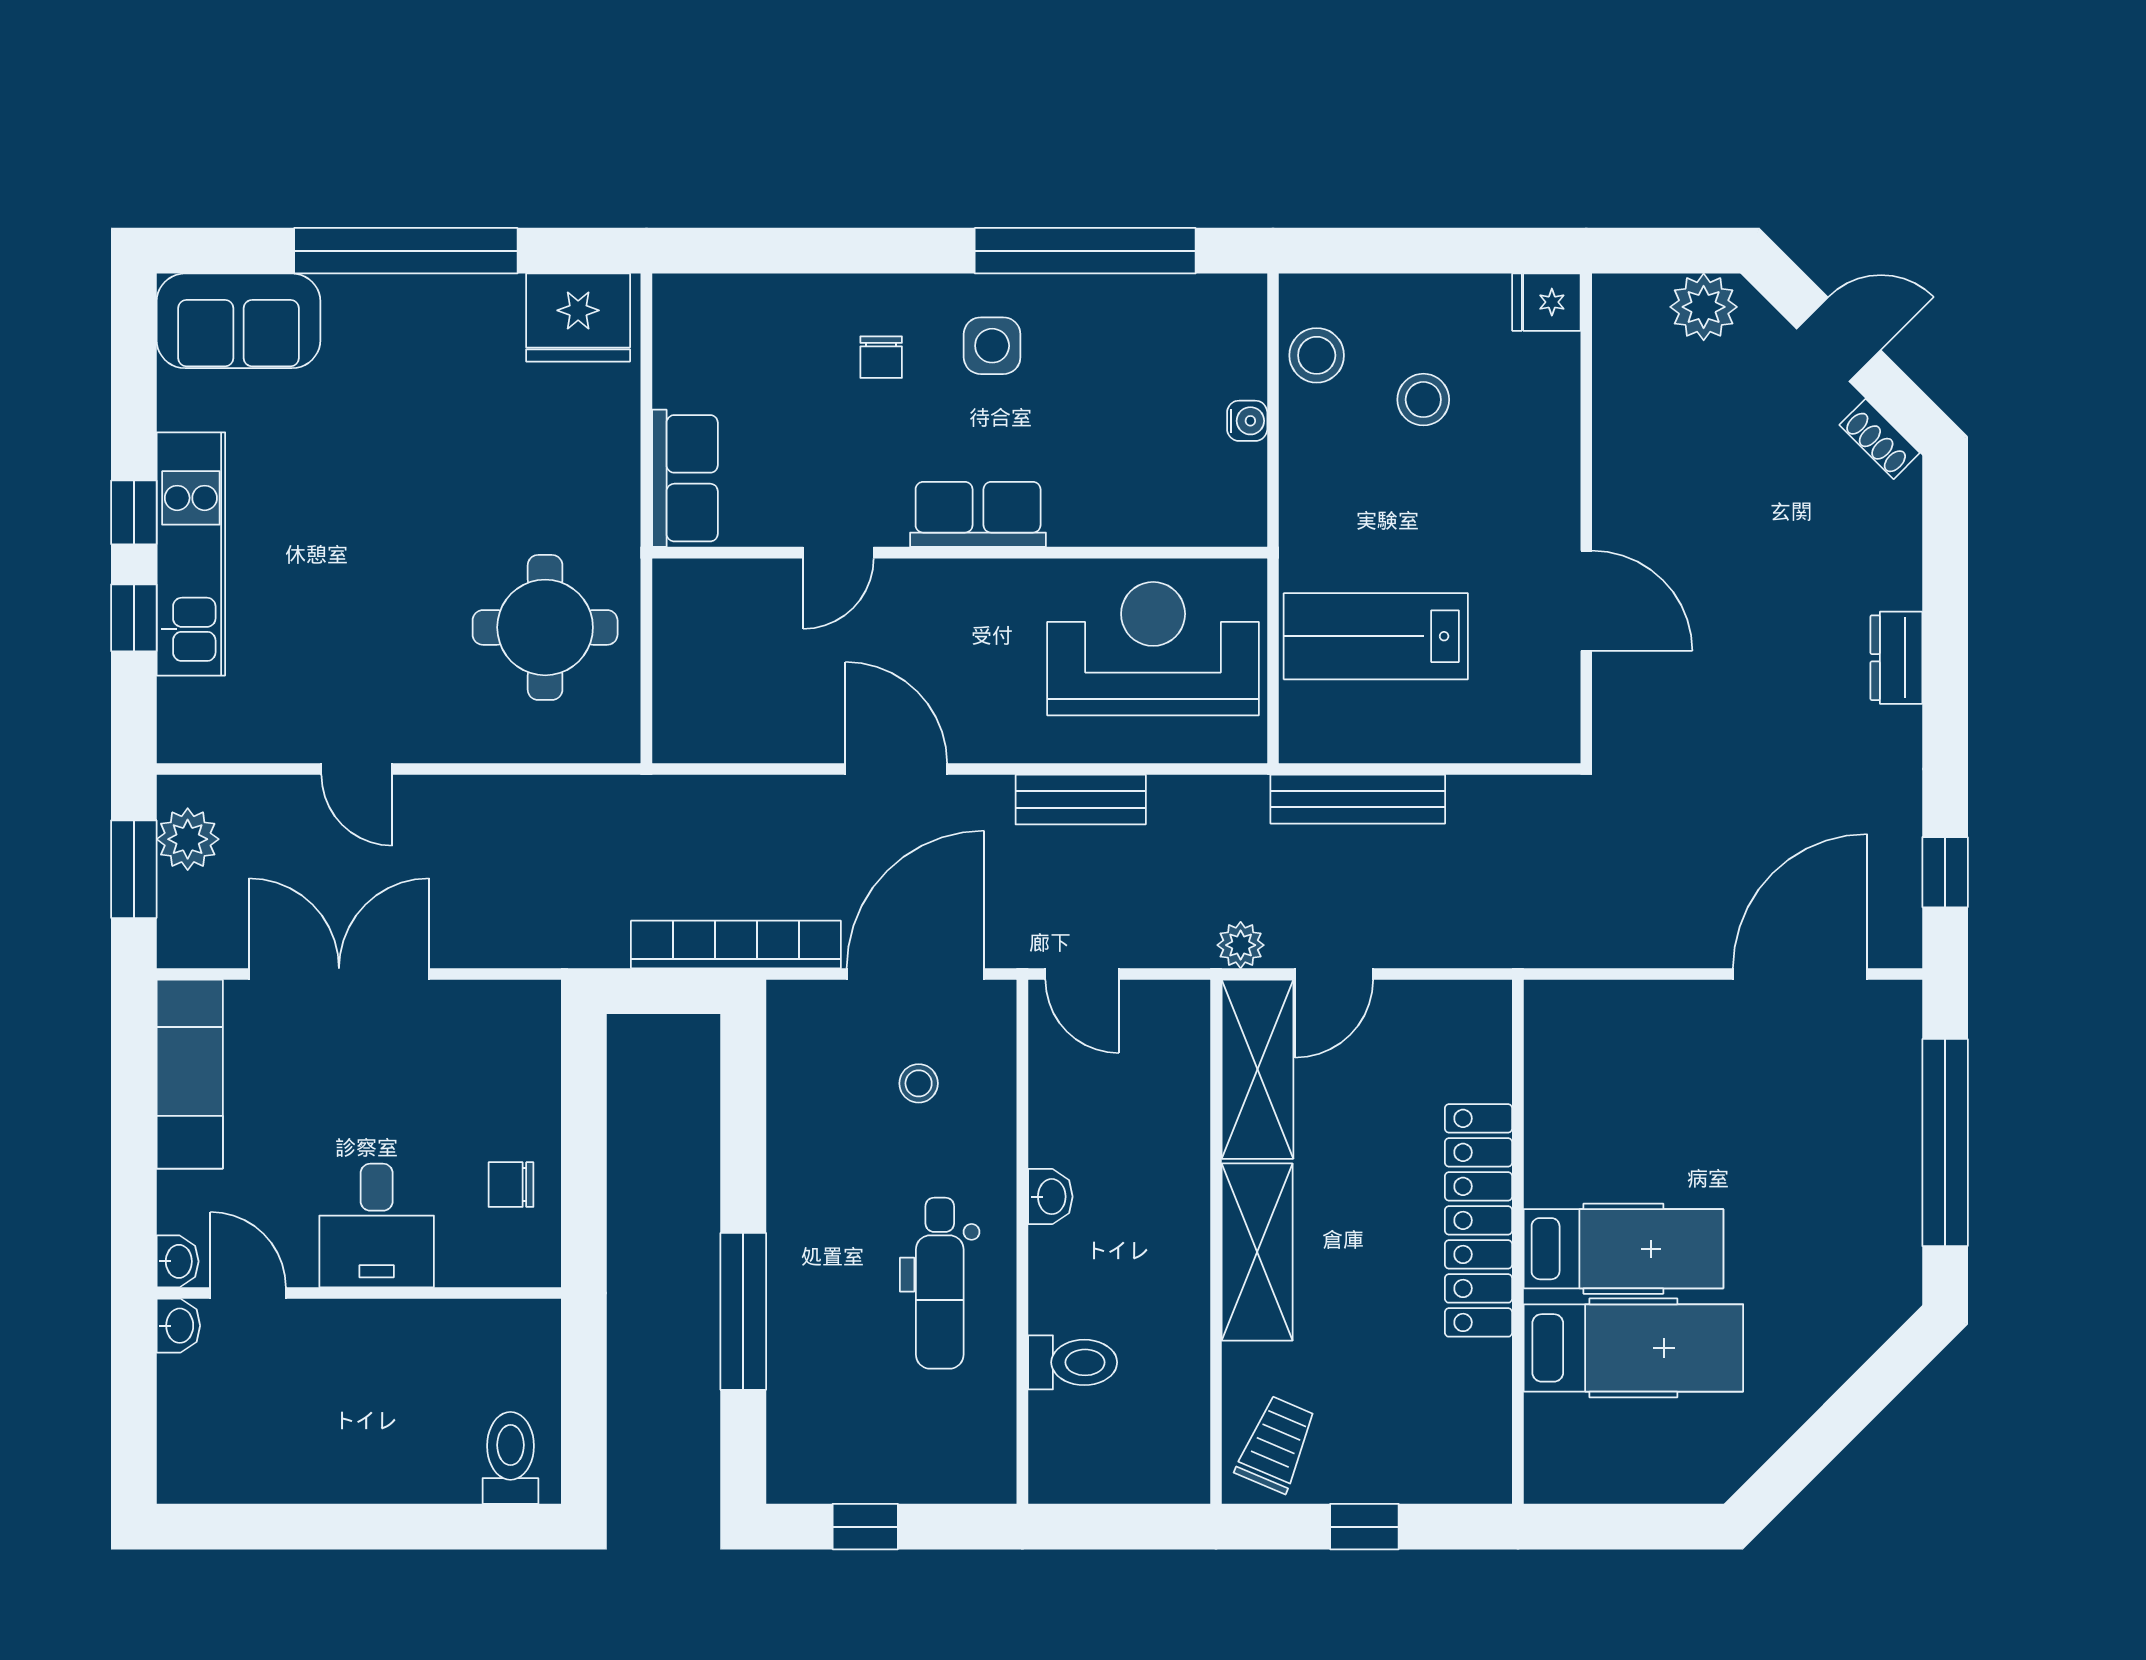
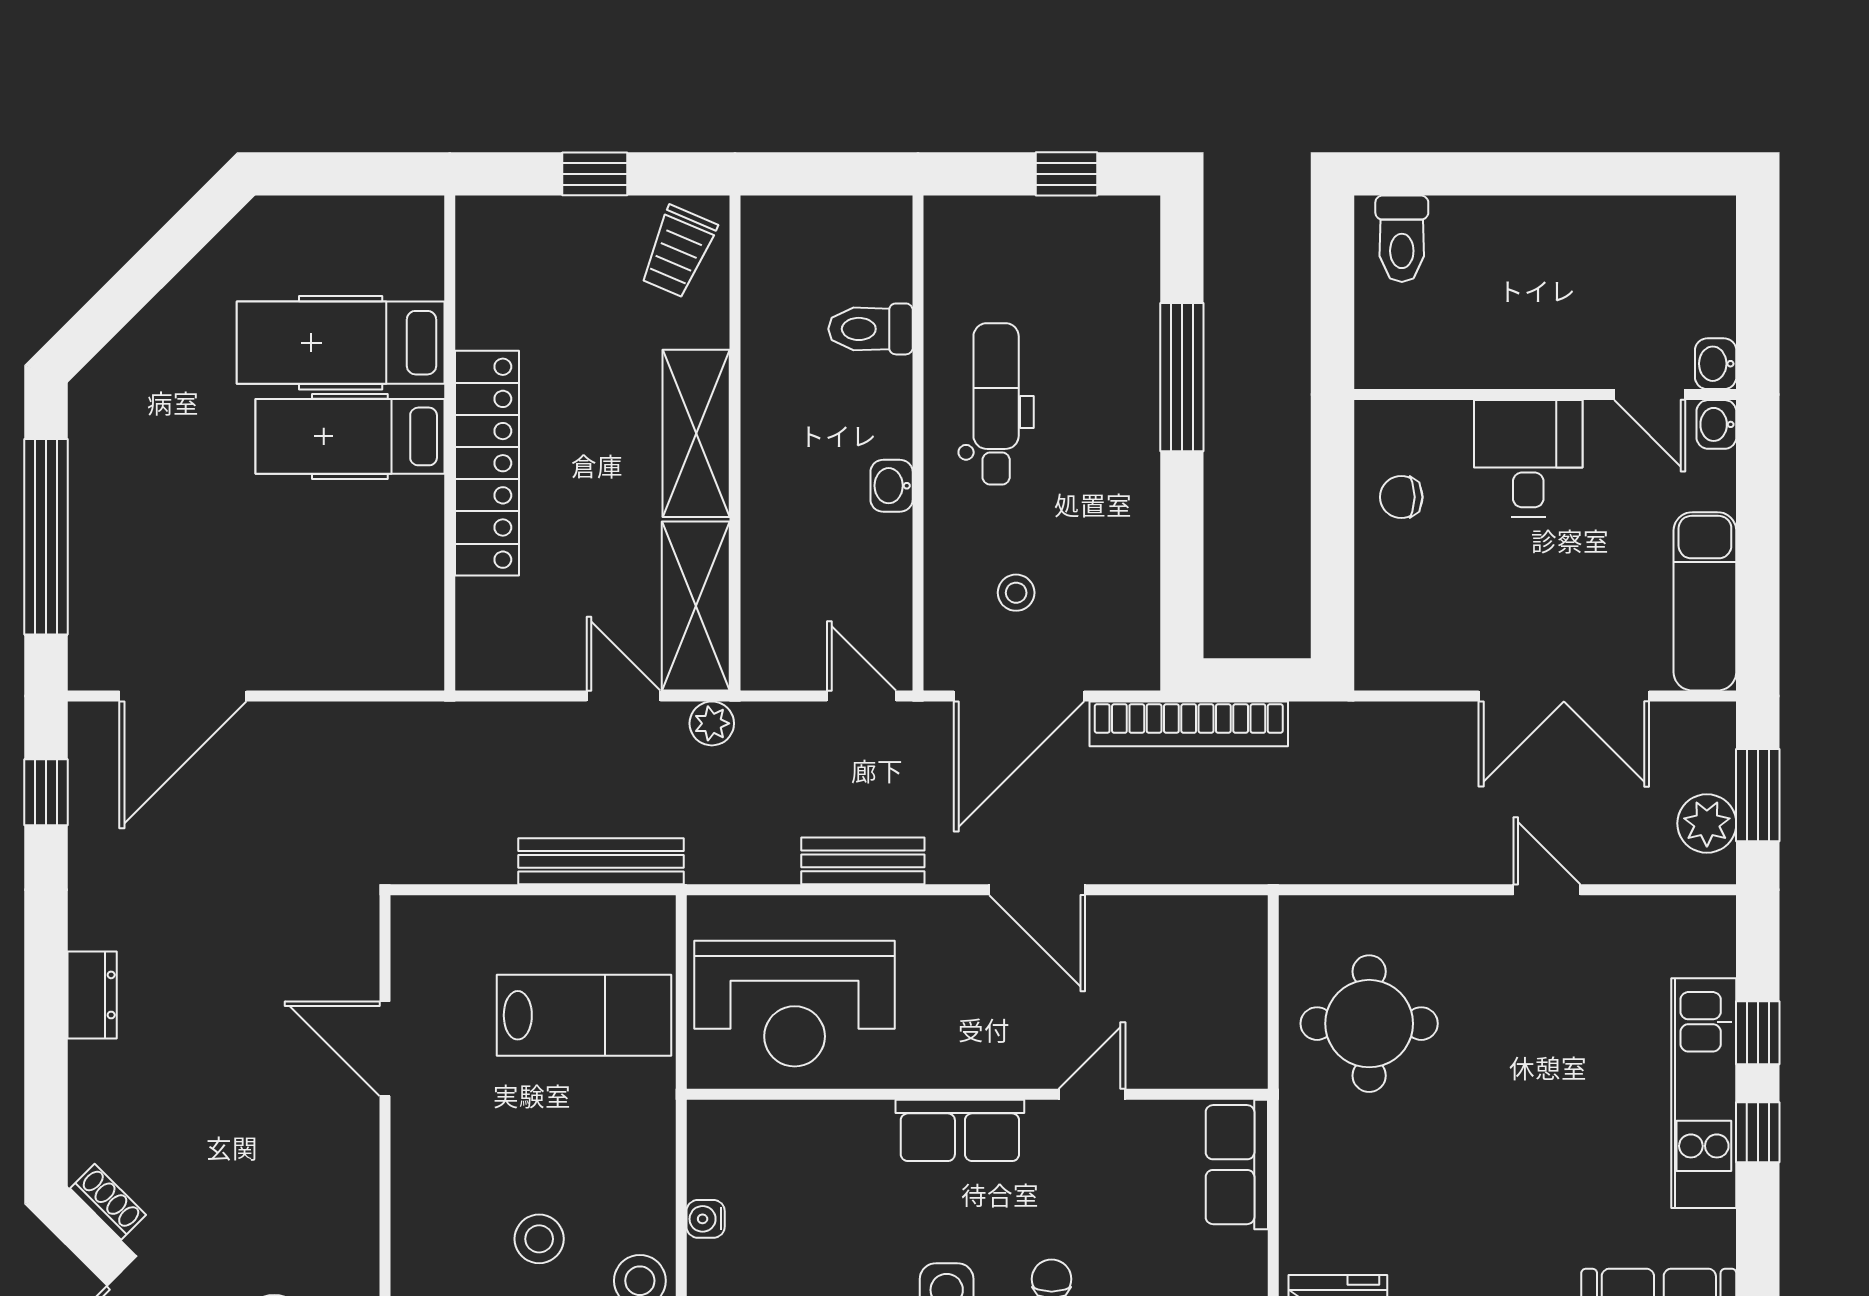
door: (1334, 974) -> (623, 696), hinge flipped
chair: (511, 1185) -> (1401, 497), turned 180

